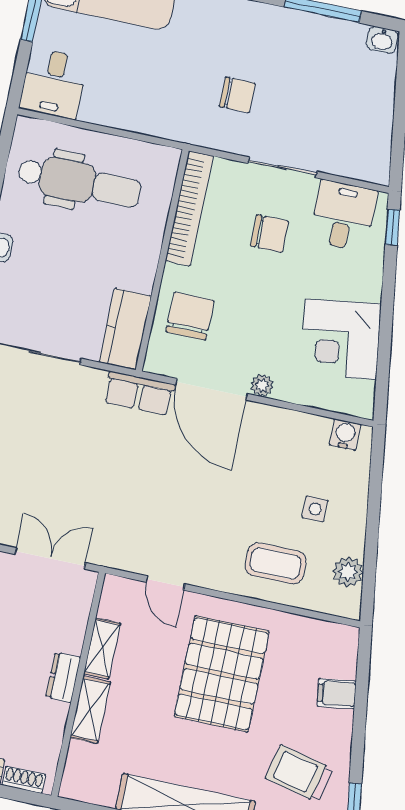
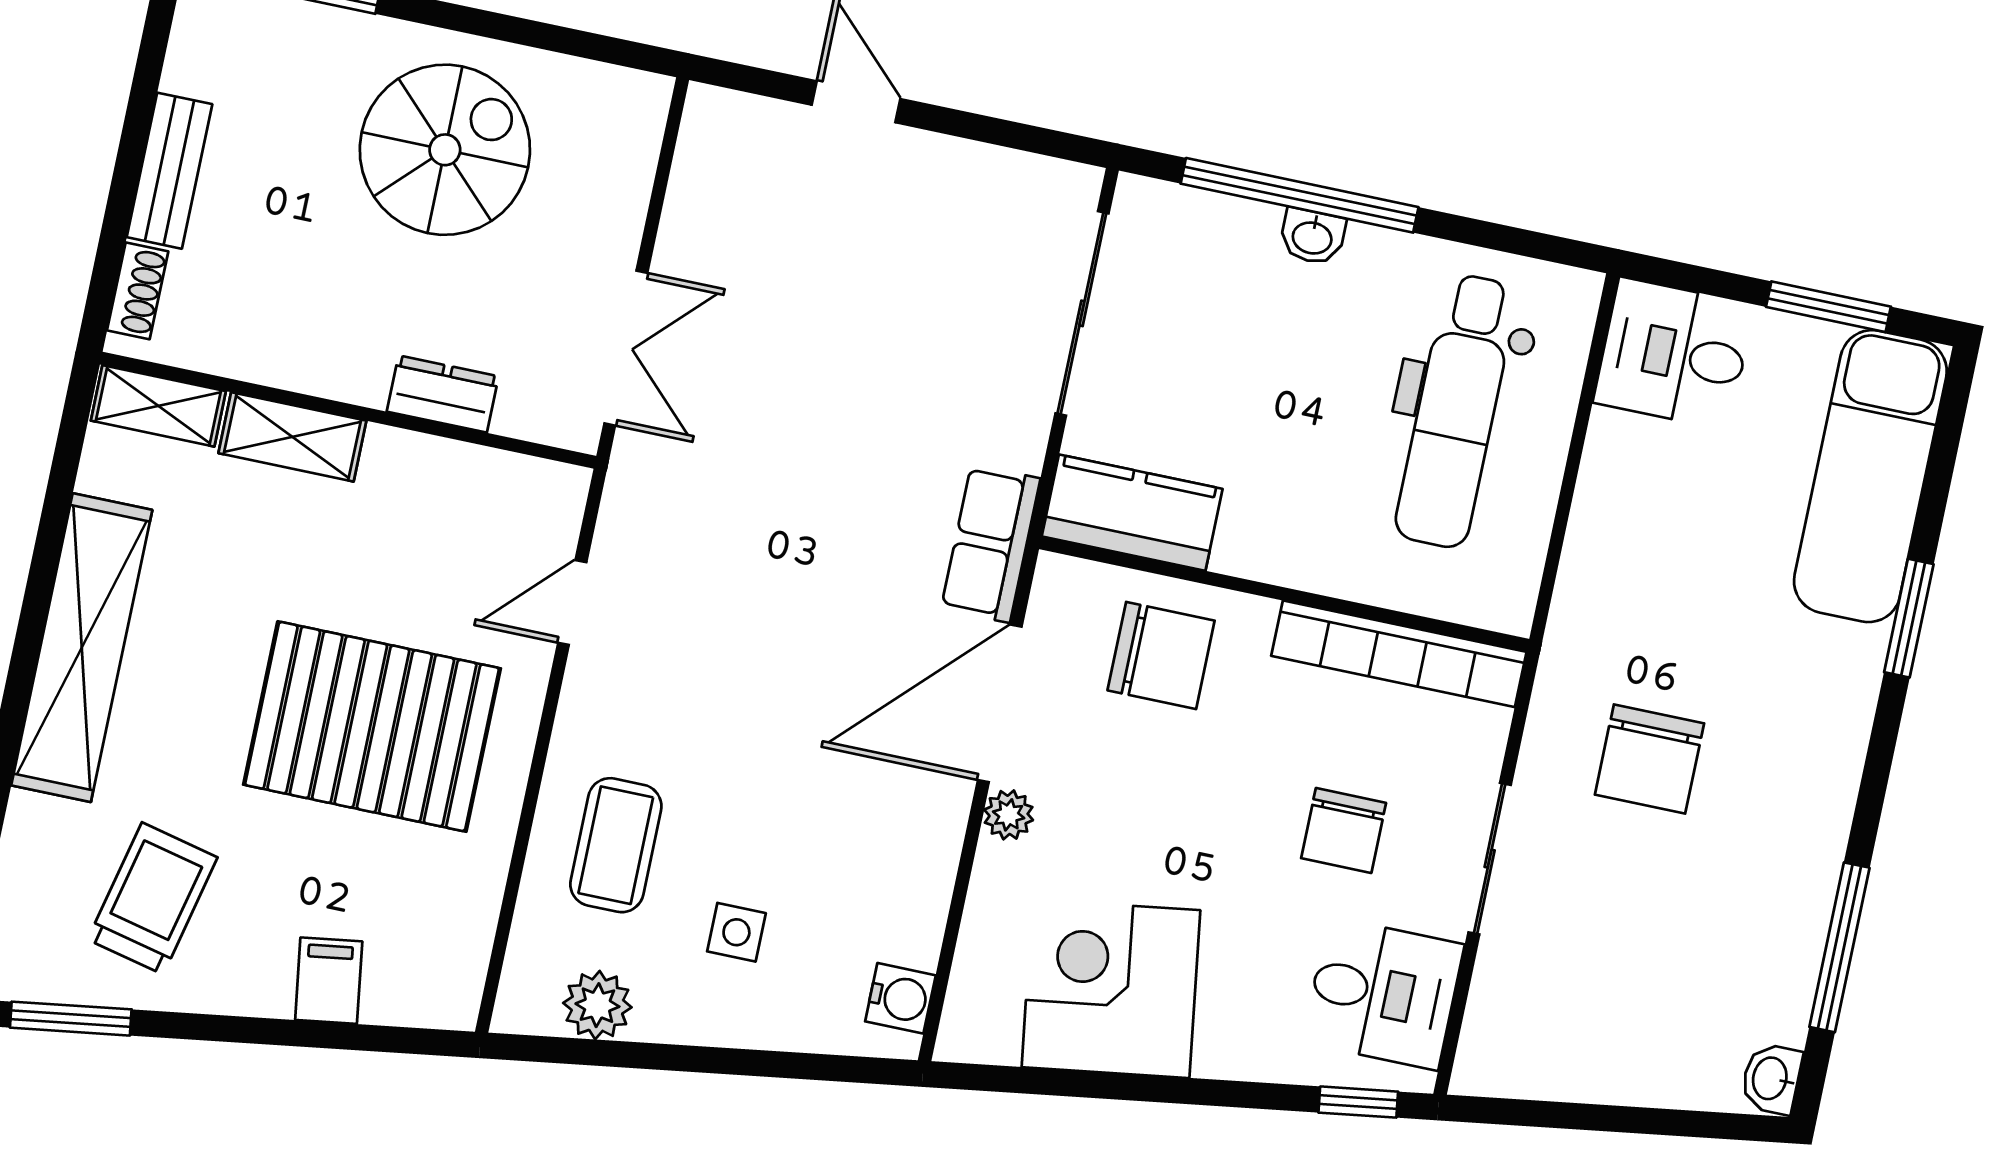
chair: (237, 95) -> (1649, 759), width x1.37, depth x1.37
shelving: (102, 648) -> (158, 406), moved
dresser: (63, 677) -> (443, 394), moved

